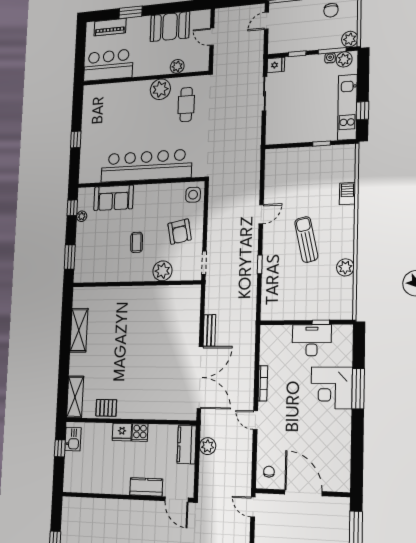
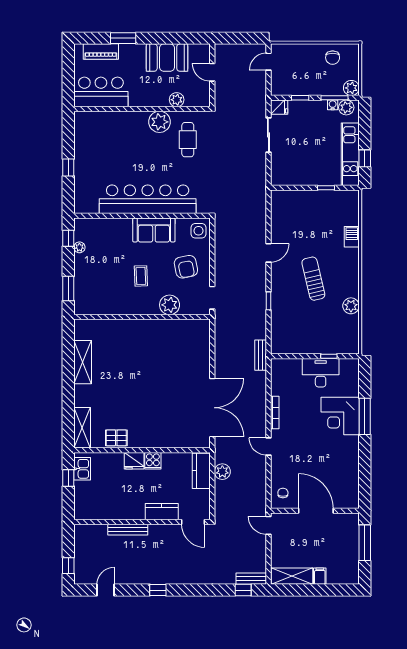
sofa: (114, 198) -> (154, 230), moved
bench: (209, 330) -> (261, 355), moved
bench: (113, 505) -> (128, 530), added

